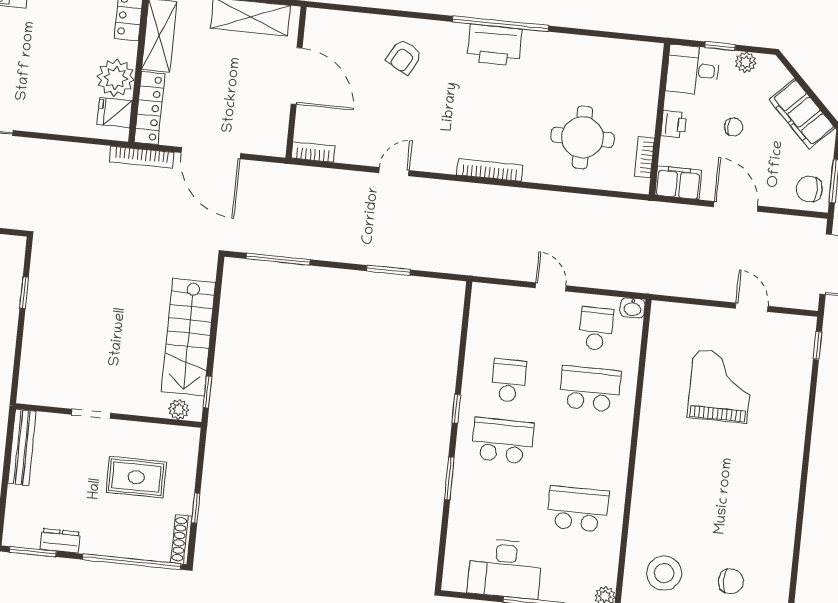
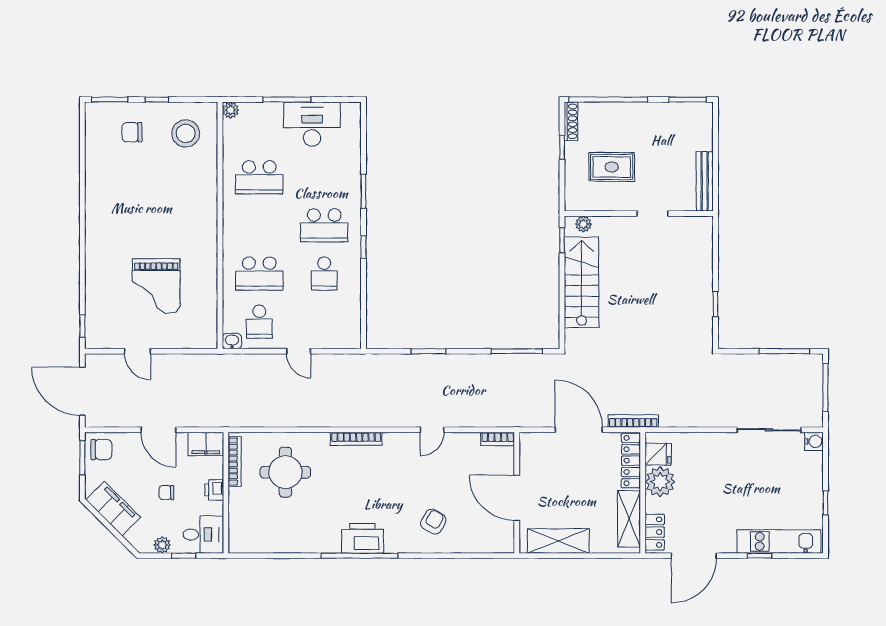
bookcase: (644, 157) -> (235, 462), width x1.56
dresser: (60, 541) -> (667, 110), removed

